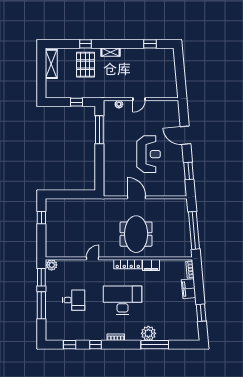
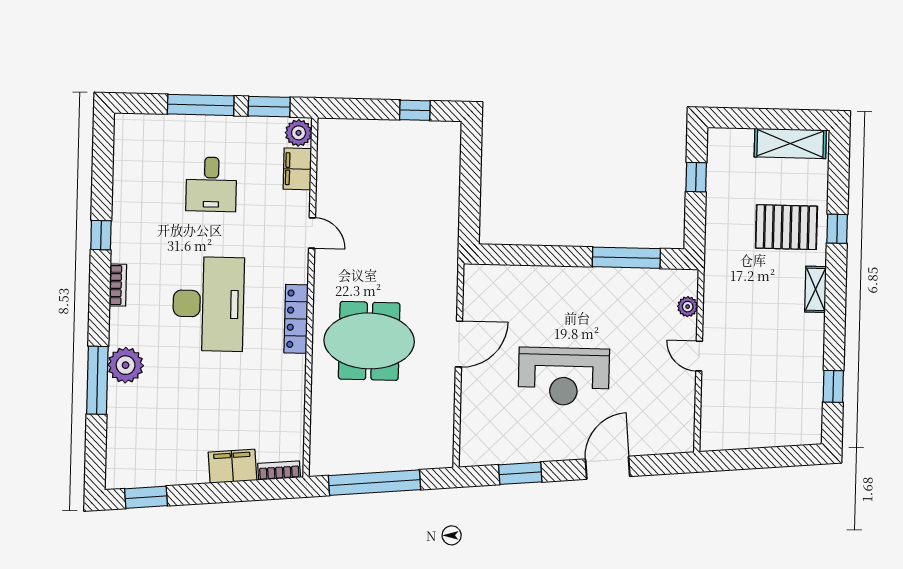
window: (77, 102) -> (696, 177), moved
filing cabinet: (151, 265) -> (297, 169), moved
window: (201, 313) -> (146, 497), moved
window: (70, 345) -> (102, 172), removed

